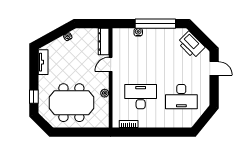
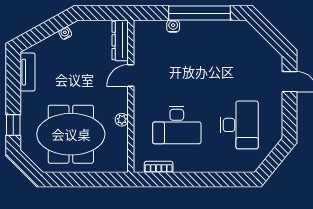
printer: (191, 45) -> (254, 45), removed
desk: (141, 97) -> (177, 125), turned 180
desk: (181, 97) -> (239, 125), turned -90

